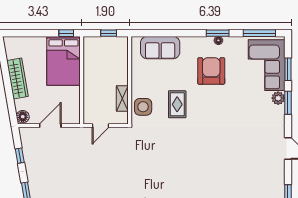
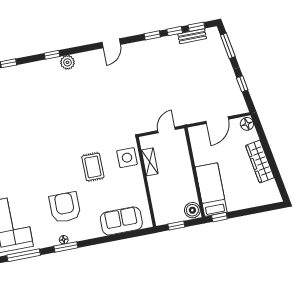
boiler: (91, 45) -> (192, 210), added
bed: (63, 61) -> (211, 190), width x0.67
armchair: (211, 71) -> (65, 207), turned 180

